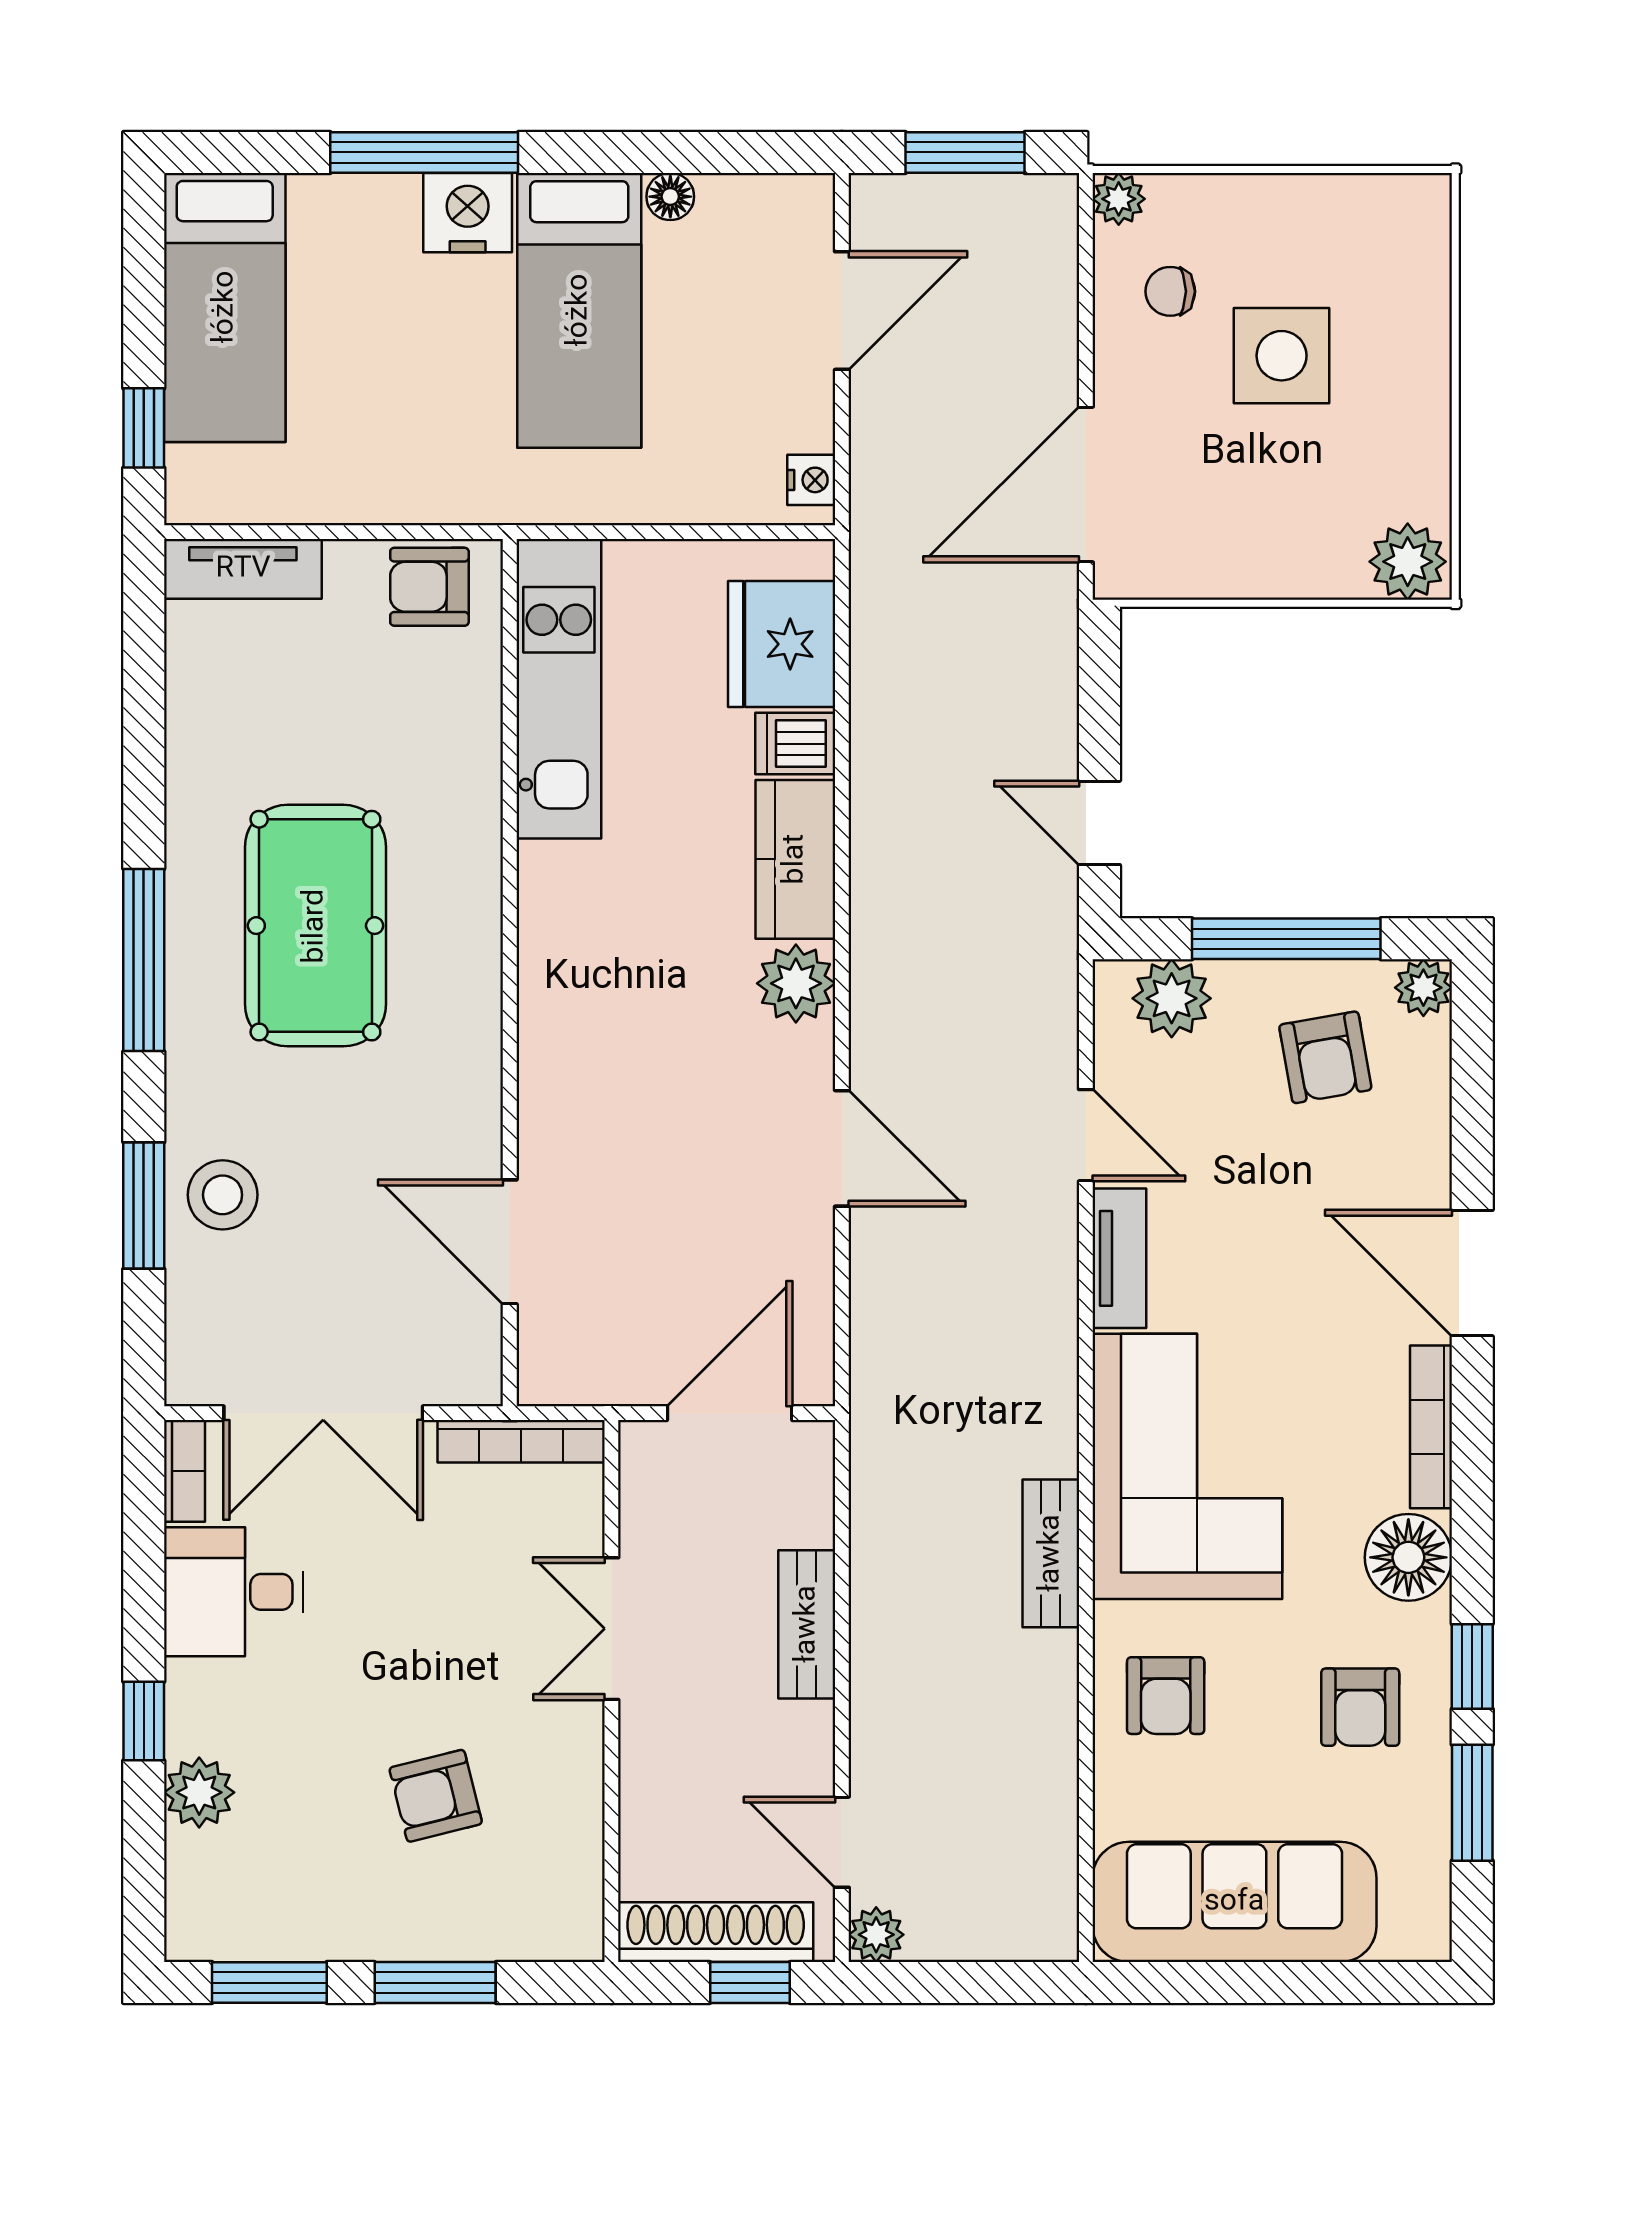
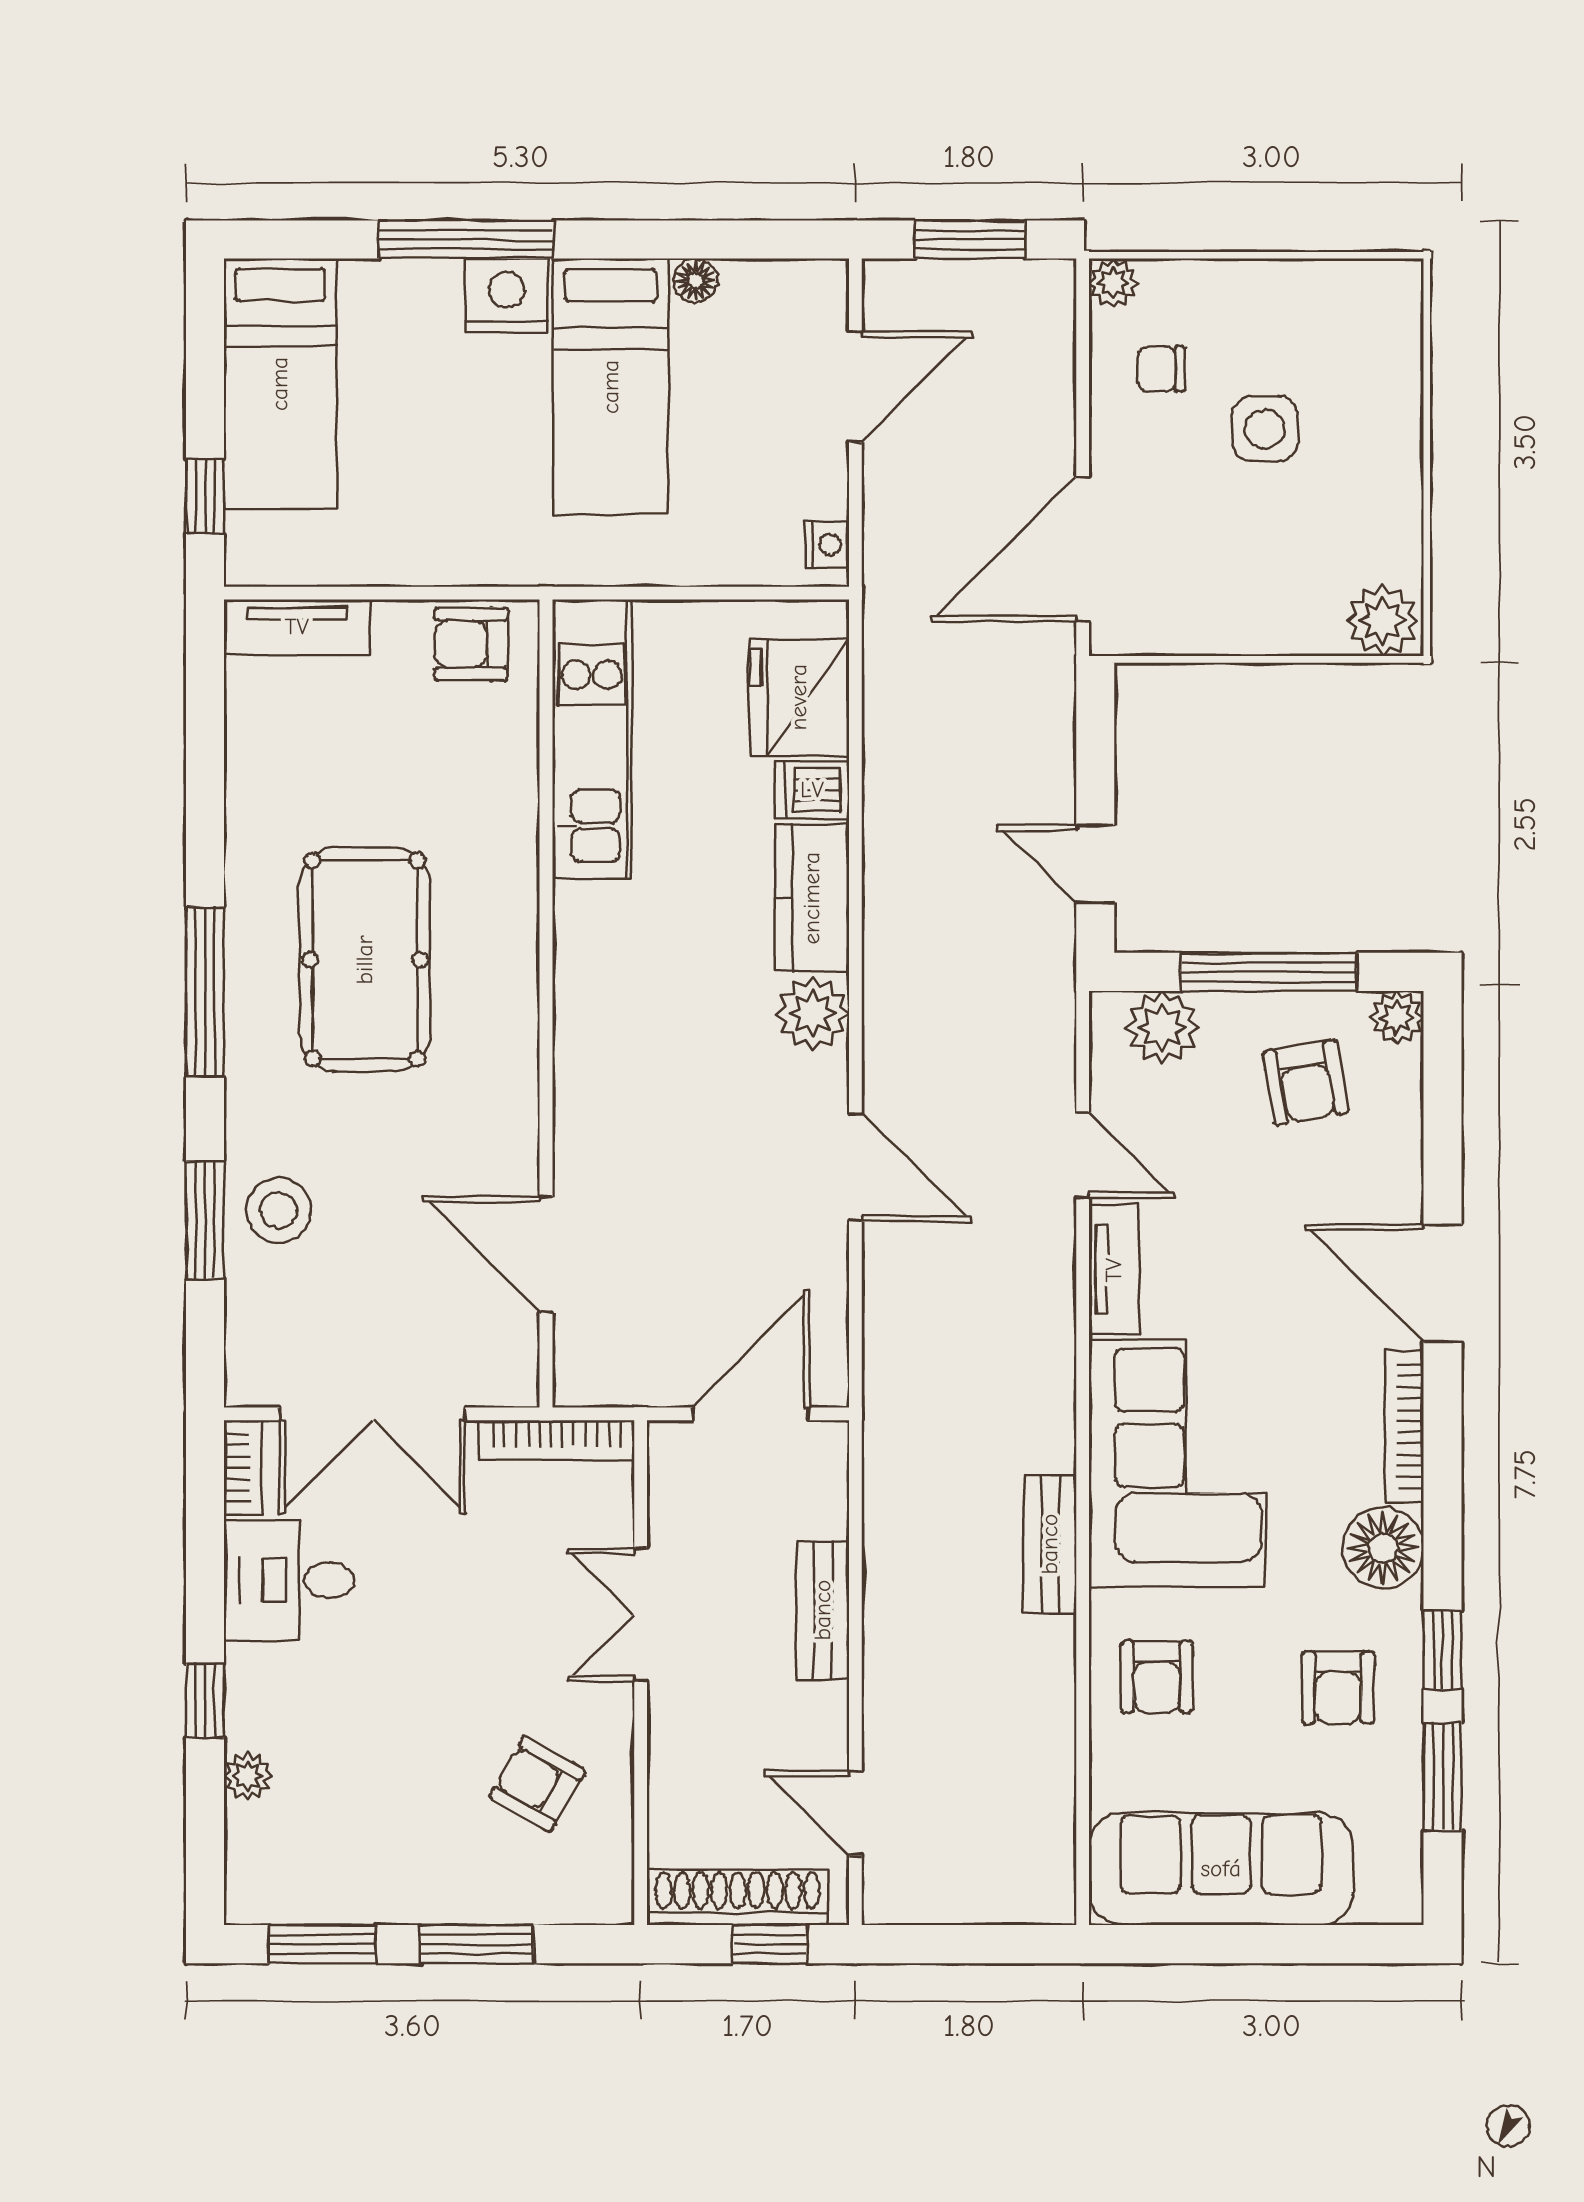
side table: (1282, 356) -> (1265, 429), width x0.73, depth x0.73
plant: (199, 1792) -> (248, 1776), width x0.73, depth x0.73
armchair: (436, 1796) -> (537, 1784), moved, turned 44
plant: (876, 1935) -> (887, 1900), removed

